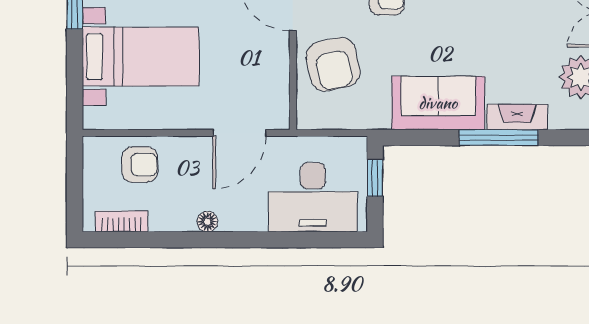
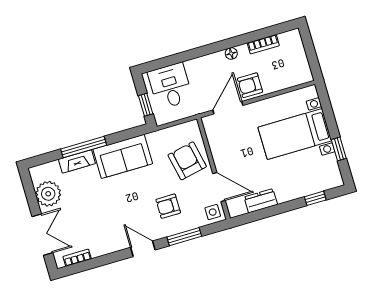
armchair: (140, 165) -> (250, 85), moved
desk: (313, 197) -> (170, 86), width x0.73
bookcase: (122, 221) -> (263, 44), moved

